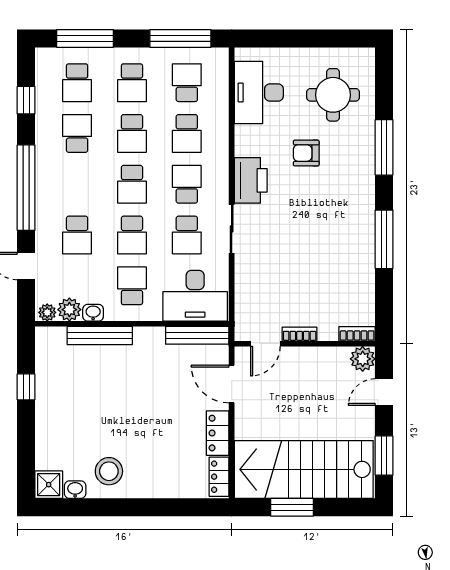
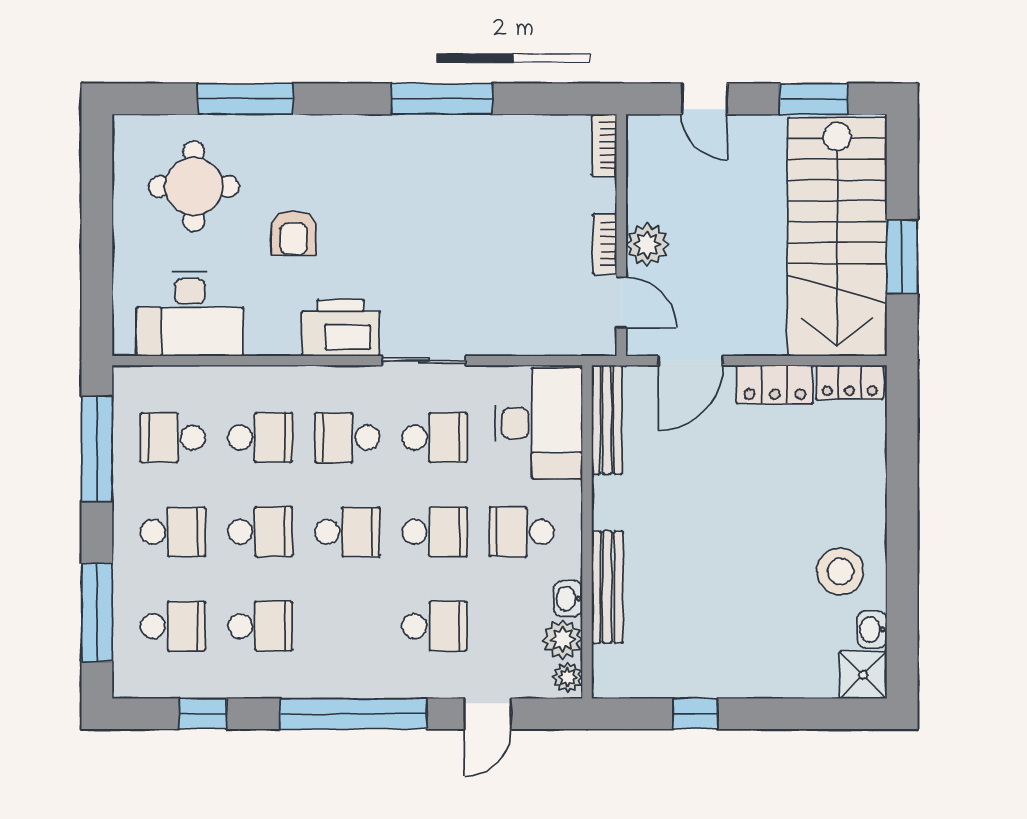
school desk: (77, 133) -> (260, 626), turned 180
window: (384, 147) -> (245, 99), moved
plant: (363, 359) -> (647, 245), moved

